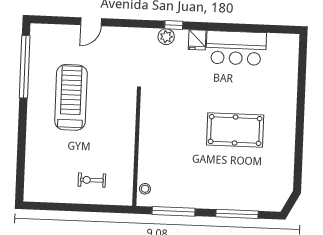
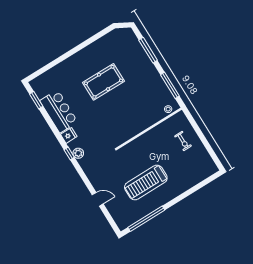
window: (270, 29) -> (36, 100), added
pool table: (235, 130) -> (103, 82), turned 90

